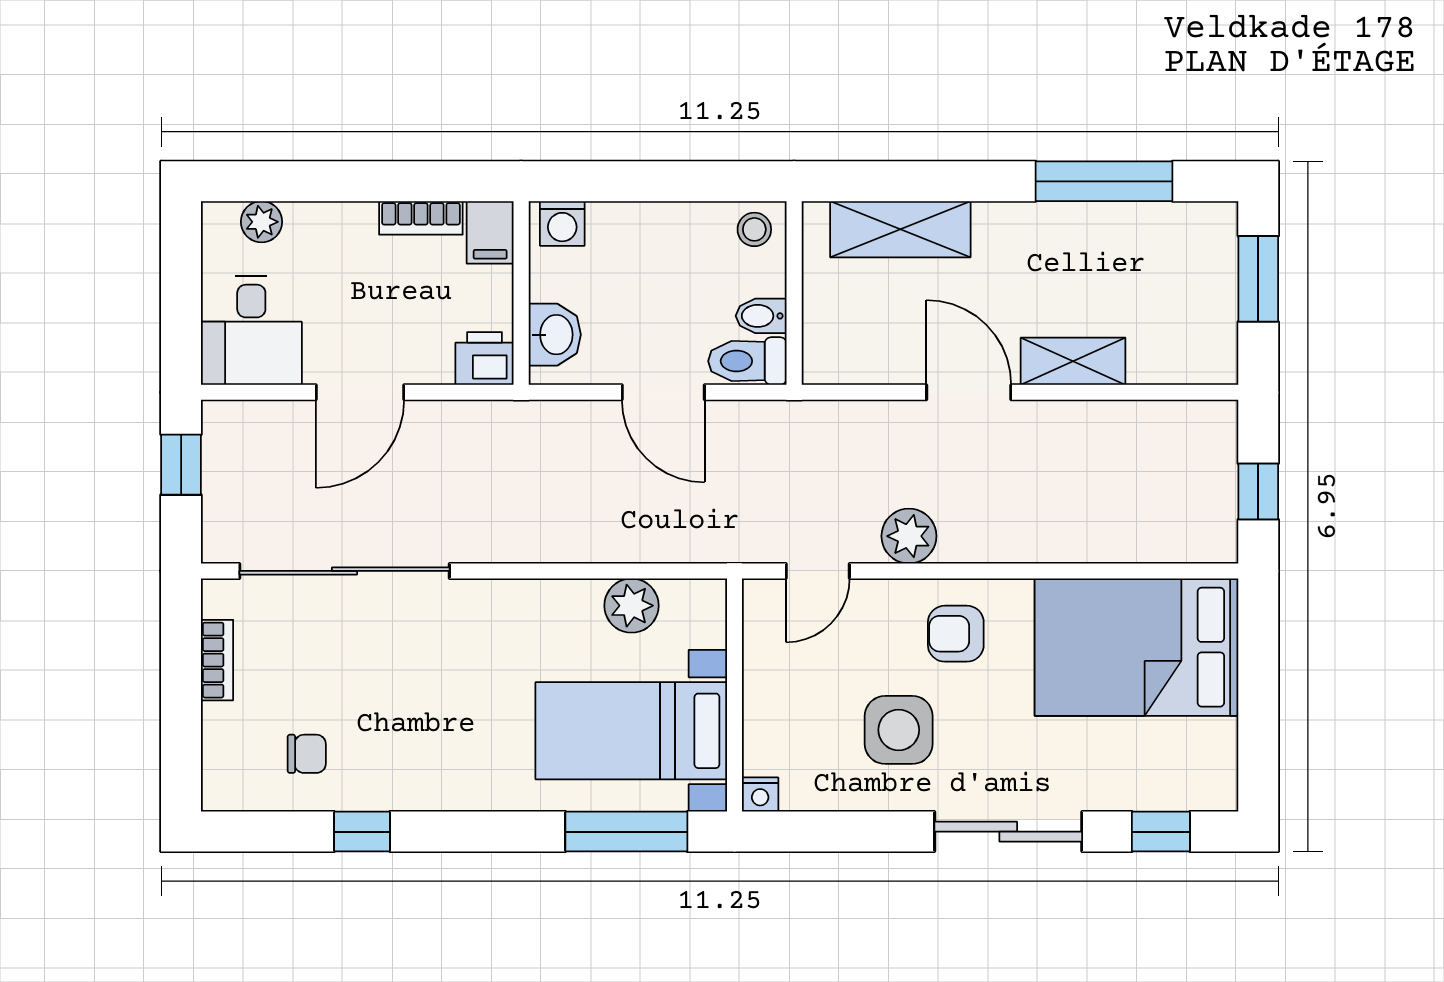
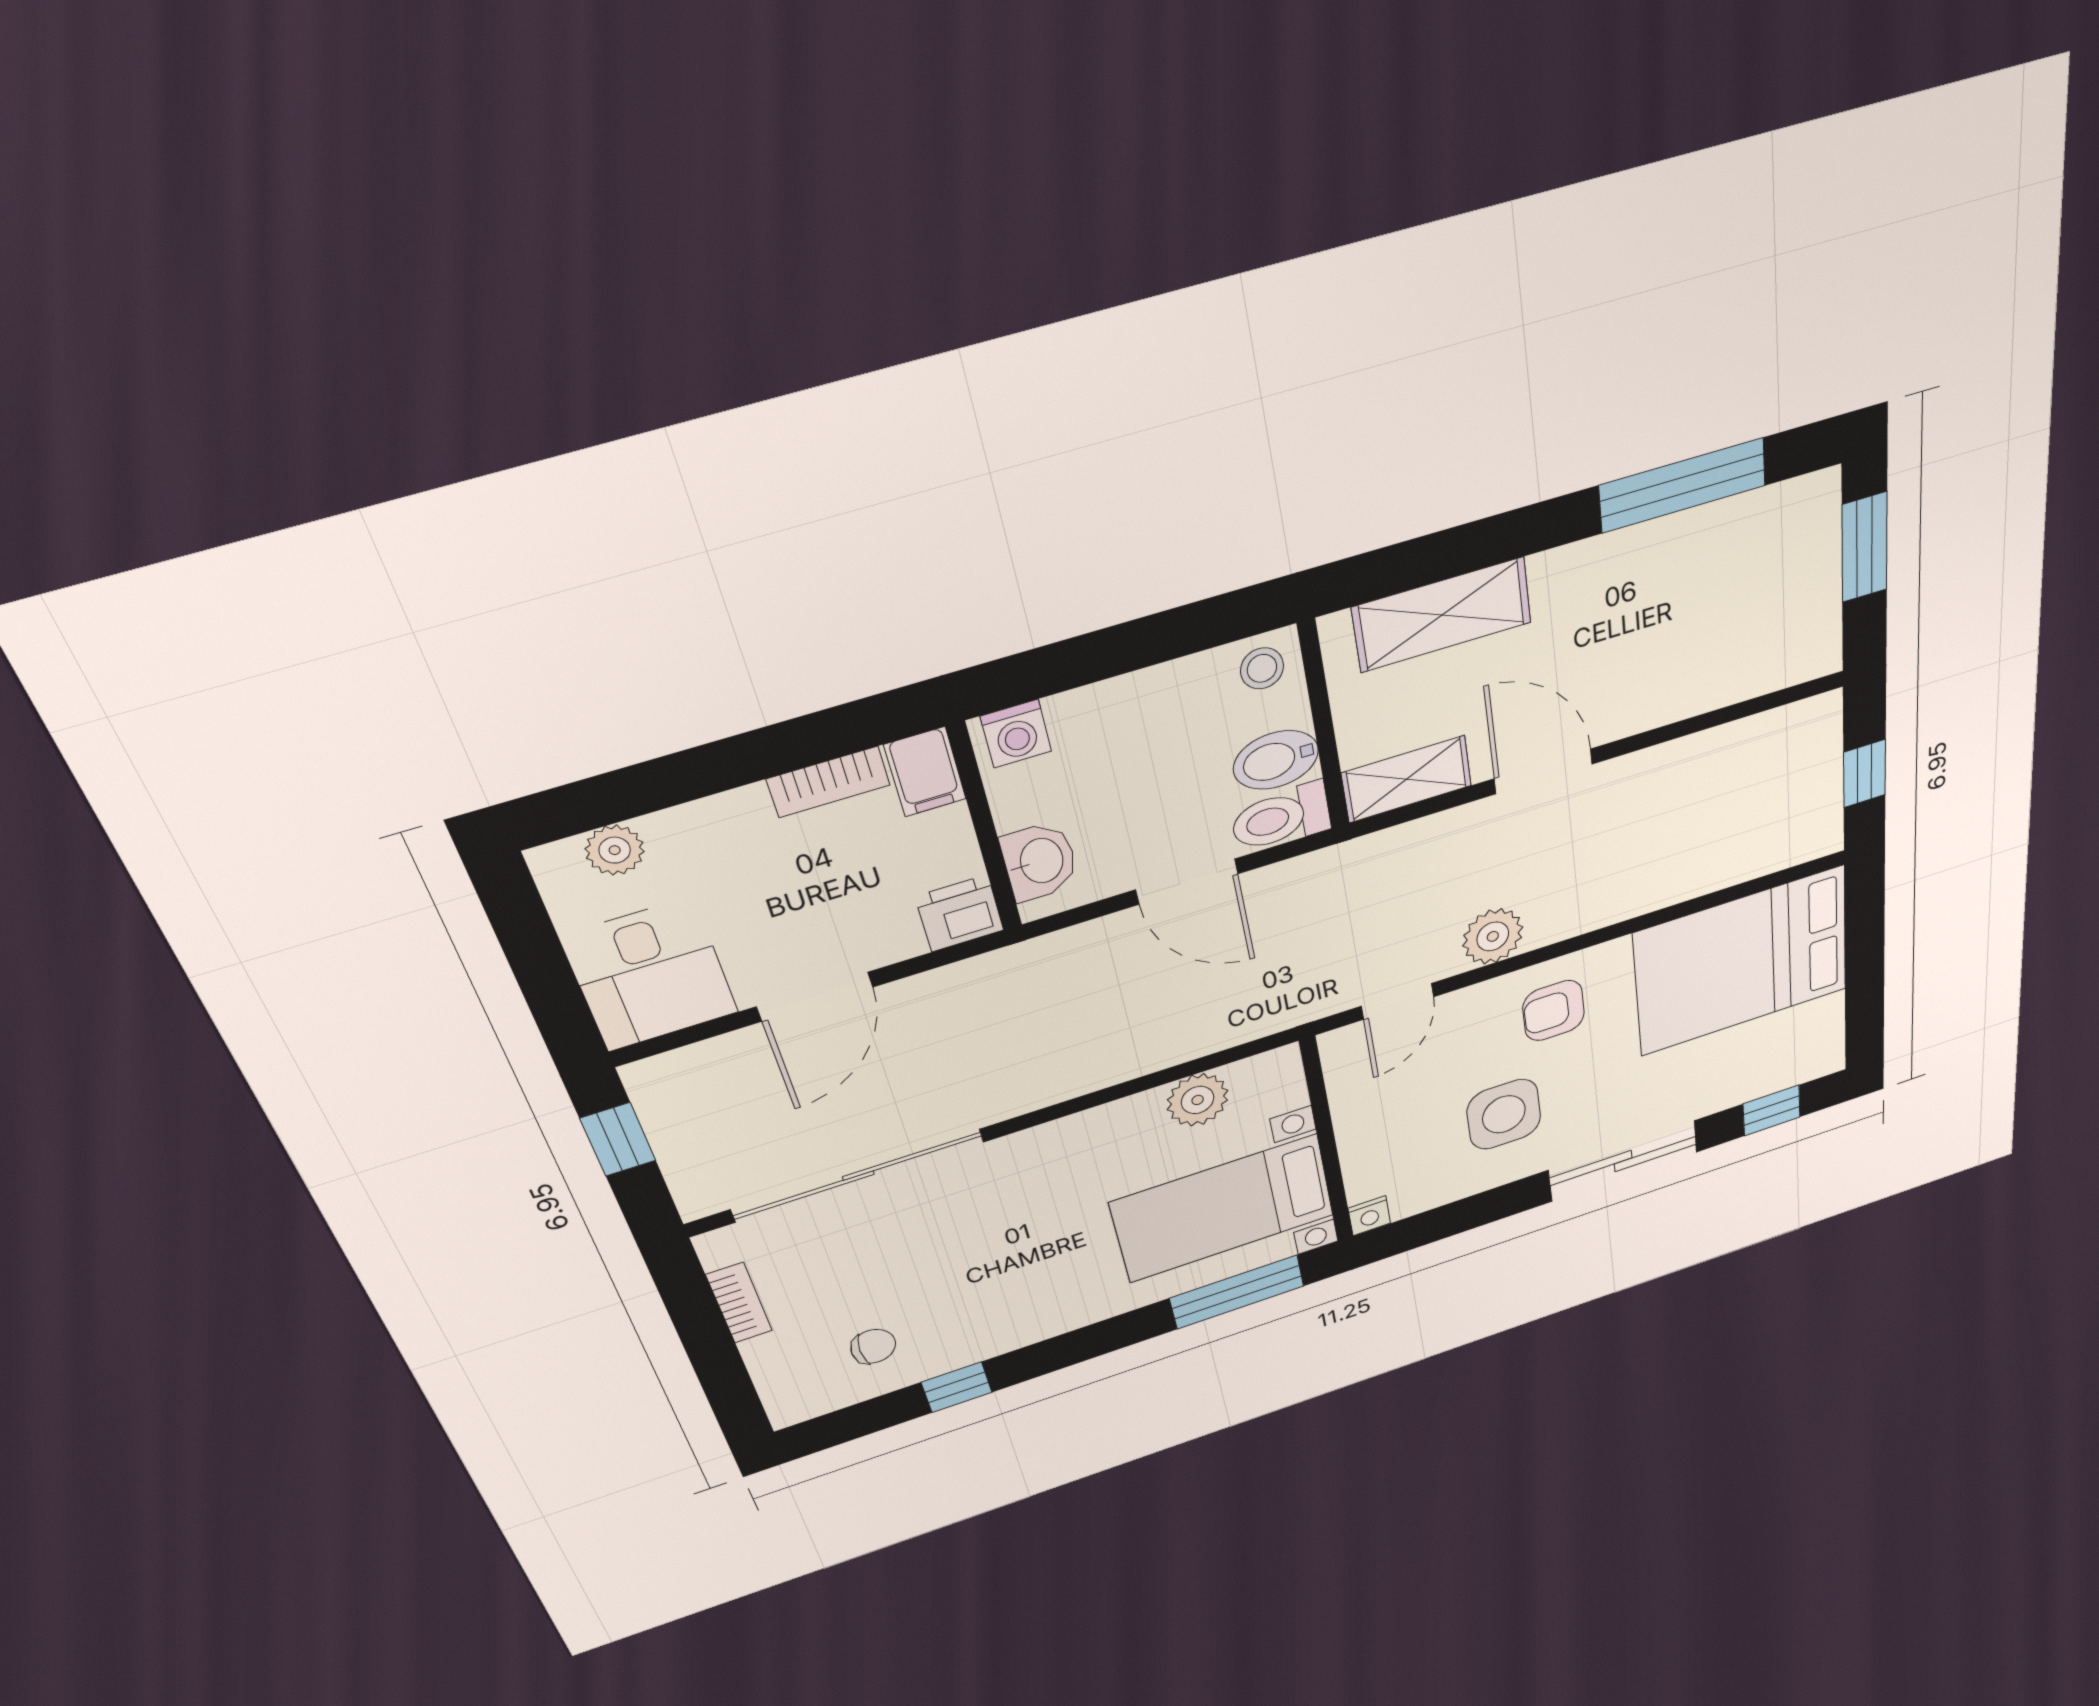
bidet: (761, 316) -> (1276, 760), width x1.38, depth x1.36
shelving: (1073, 361) -> (1407, 779), moved

